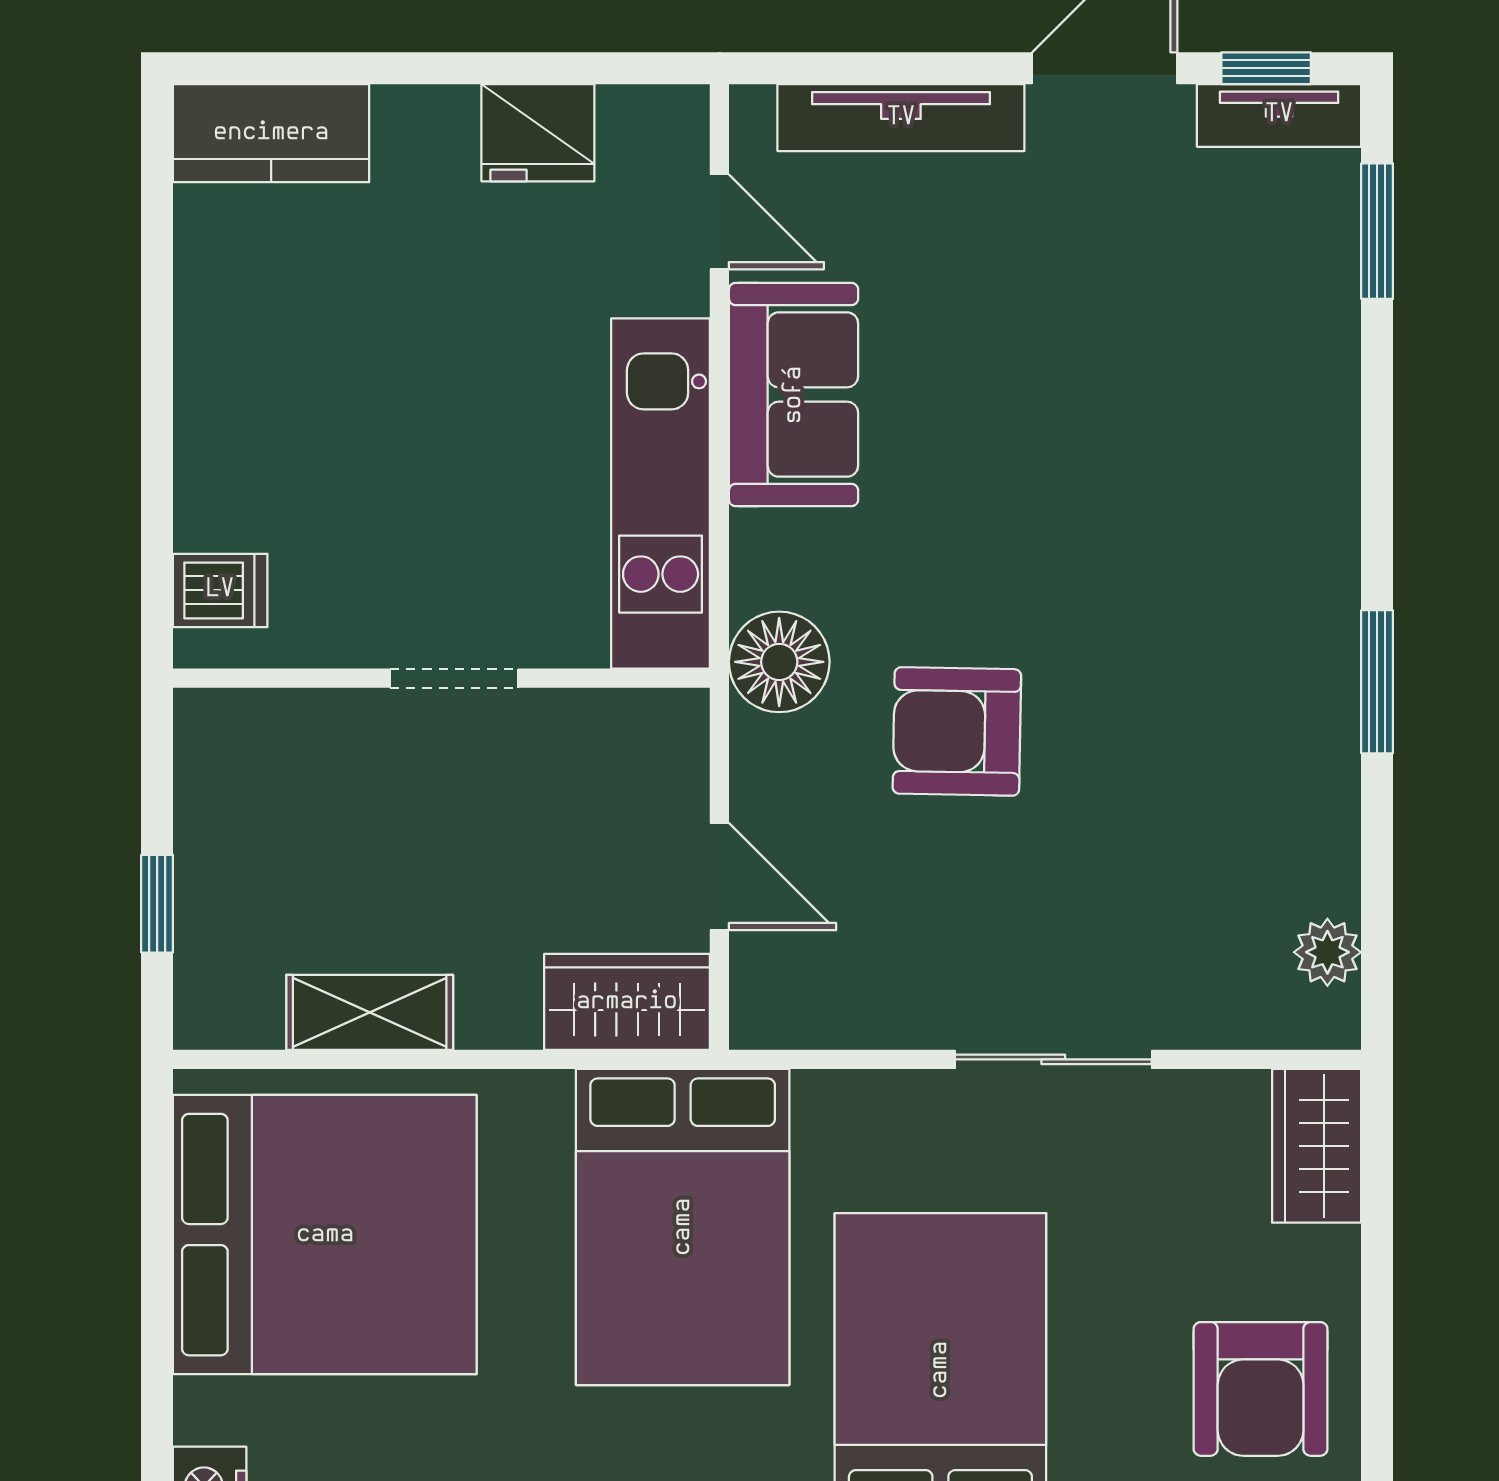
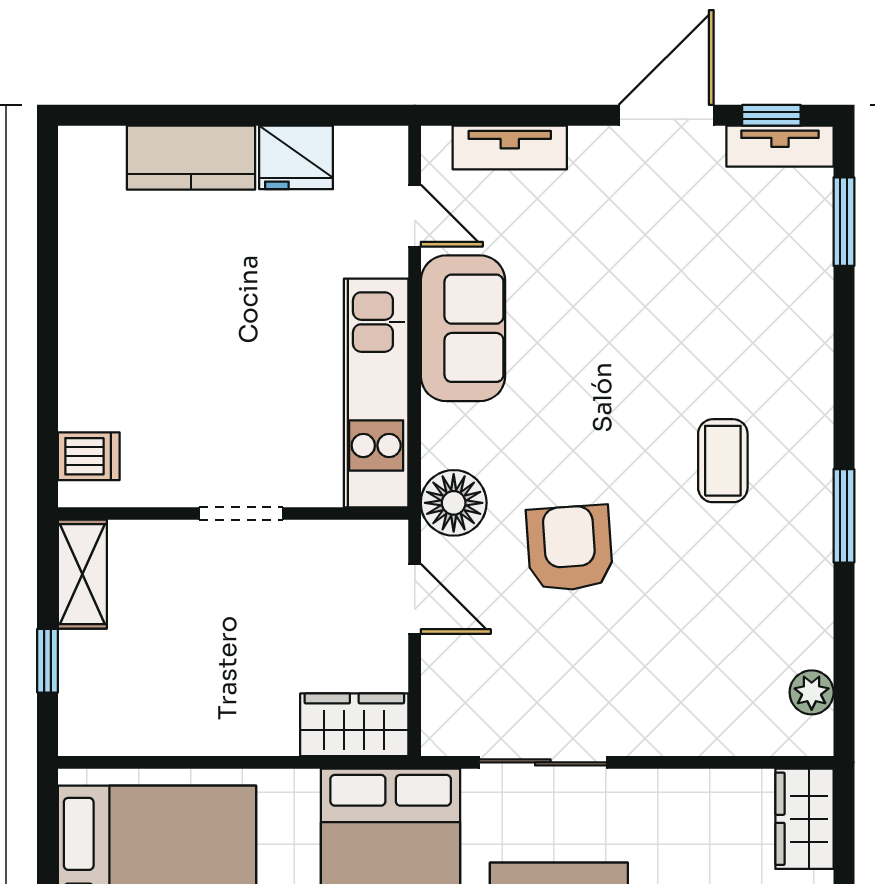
tv unit: (901, 118) -> (510, 147), width x0.71
kitchen counter: (271, 133) -> (191, 158), moved
coffee table: (1192, 597) -> (723, 461), added
armchair: (957, 731) -> (570, 548), turned 85
door: (719, 877) -> (415, 599), moved
shelving: (370, 1012) -> (82, 574), moved, turned 90
sliding door: (1053, 1059) -> (543, 762), moved

